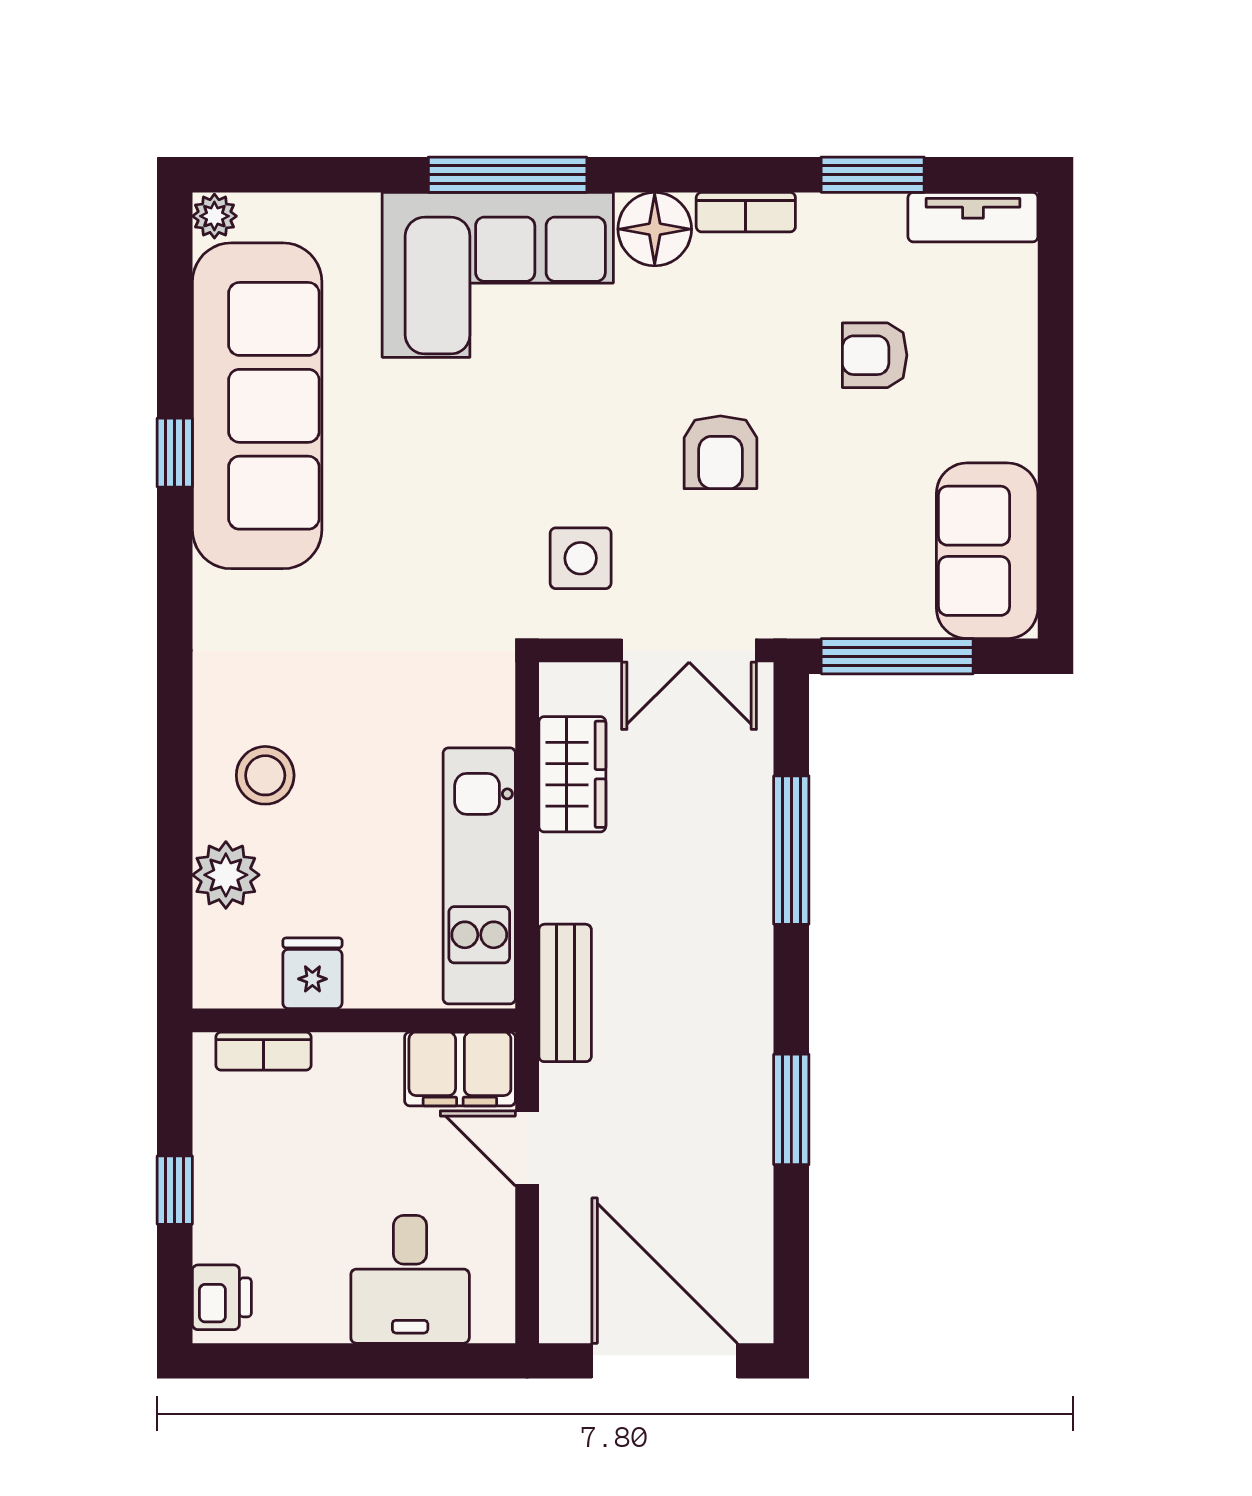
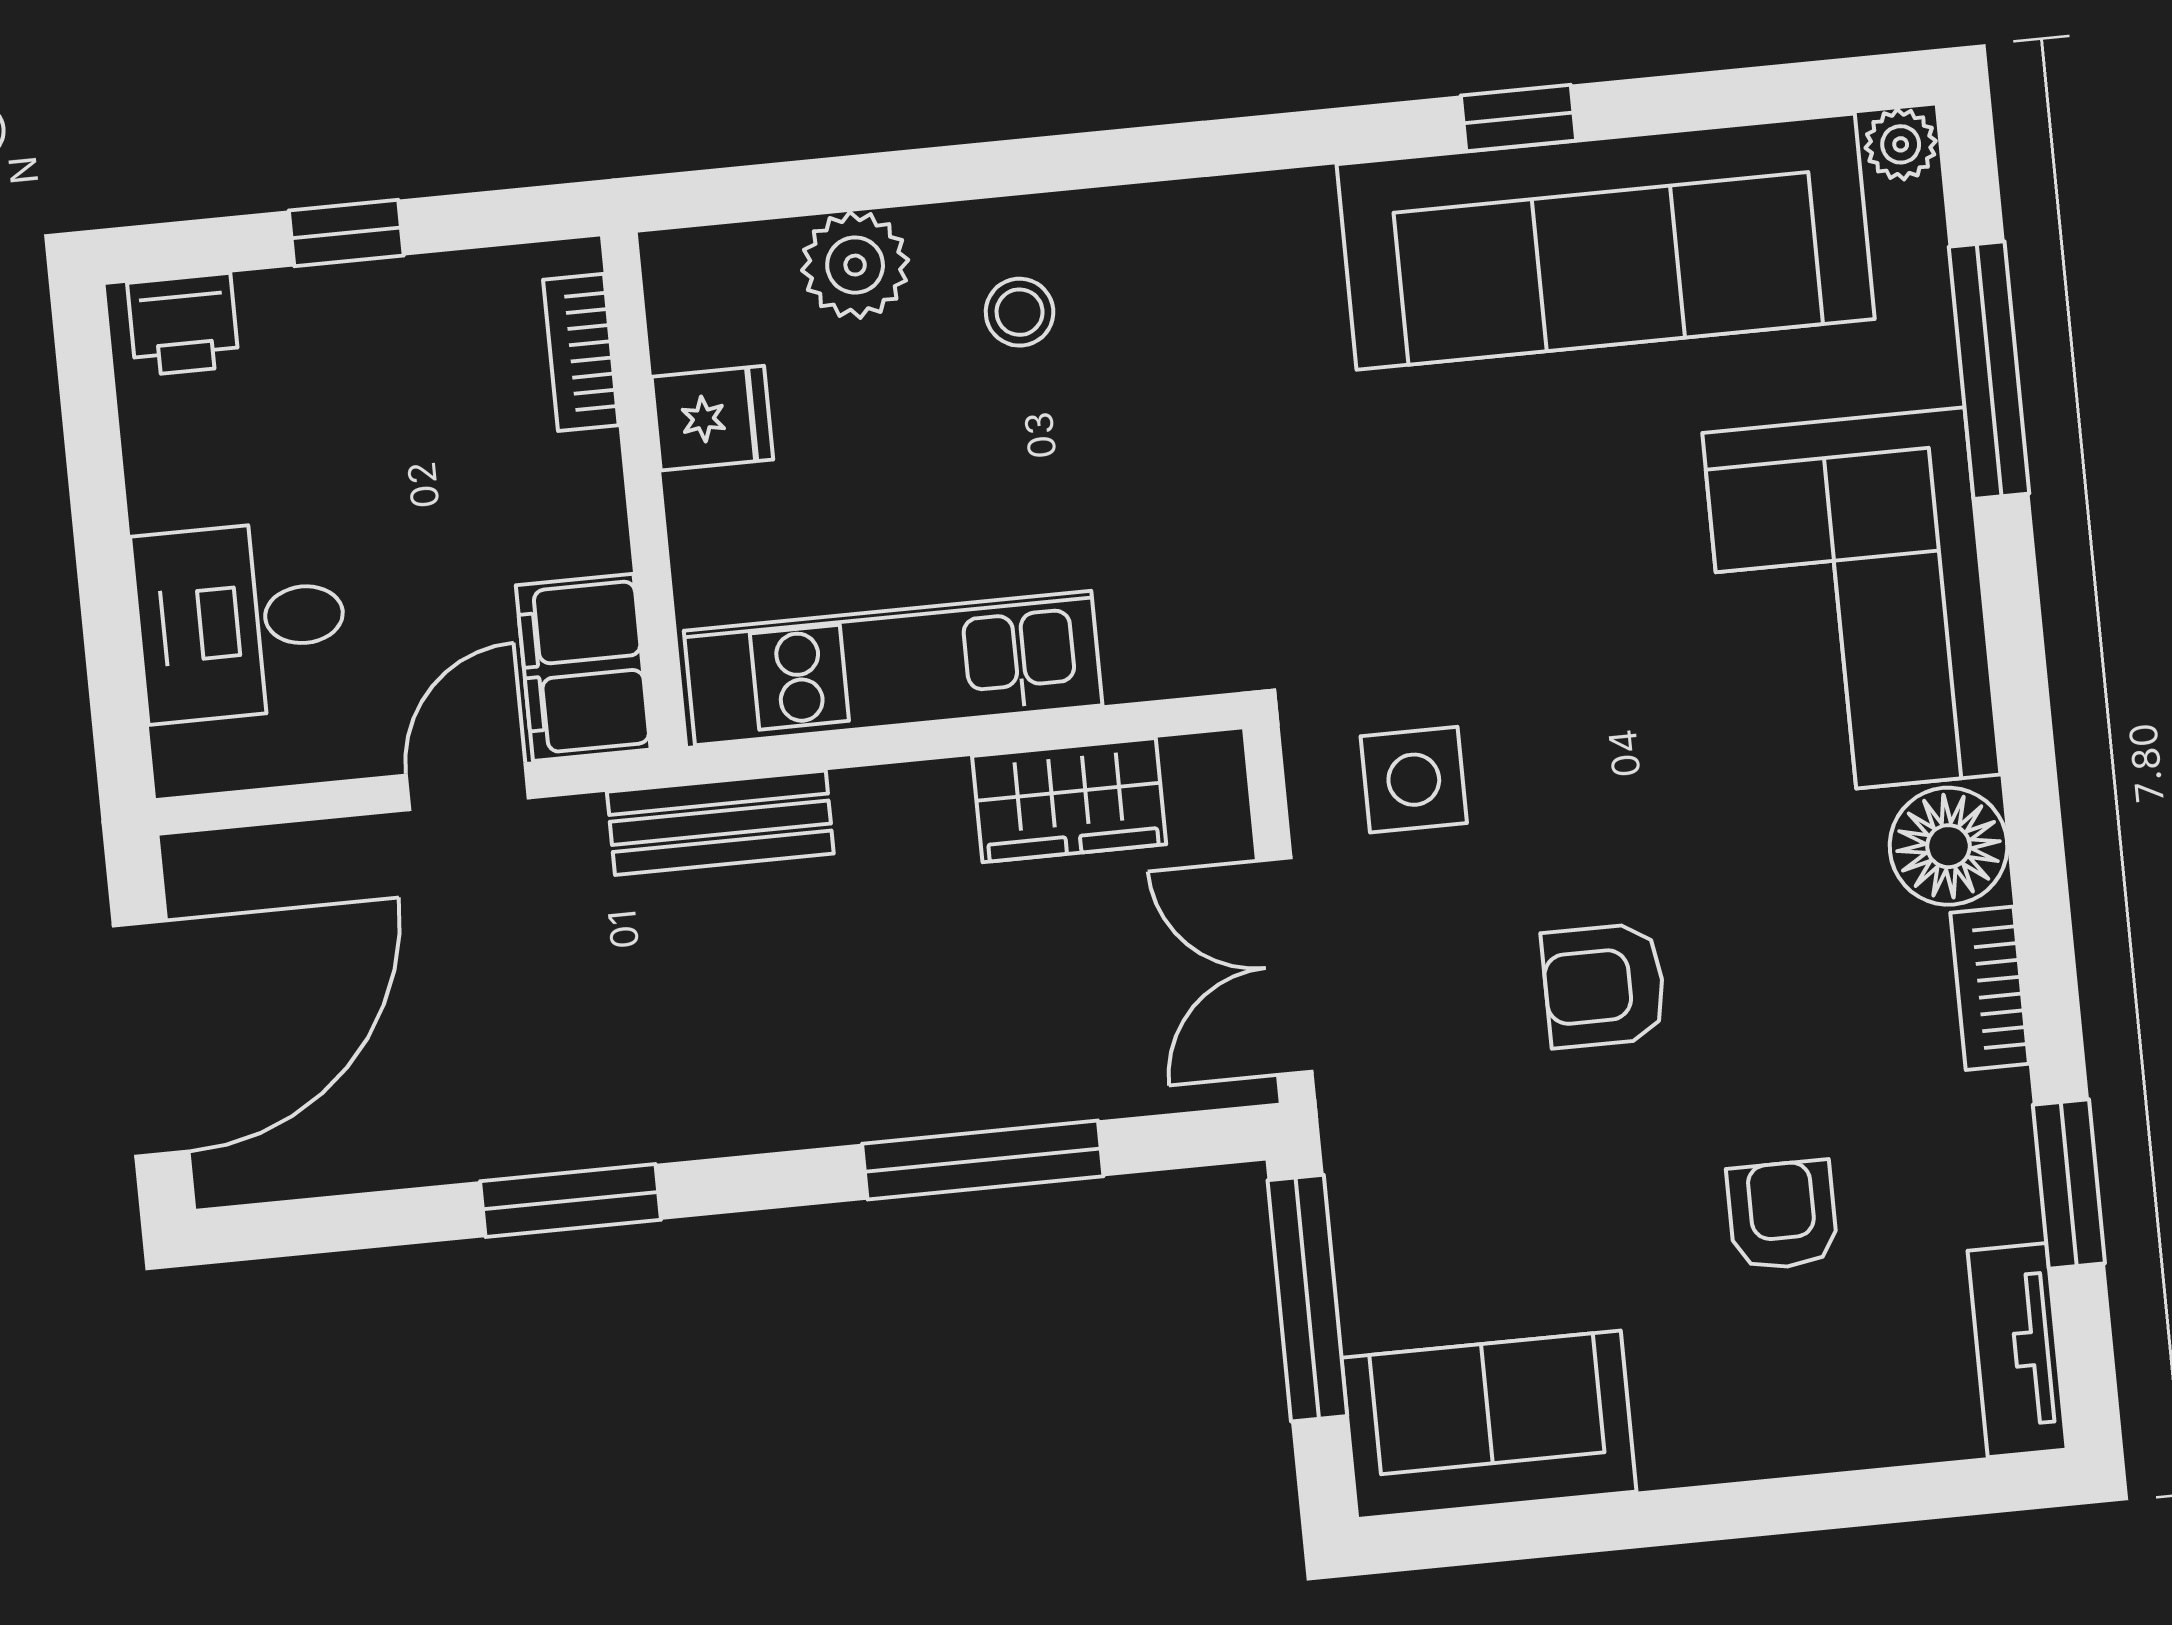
window: (508, 175) -> (1989, 370), moved
stool: (265, 775) -> (1020, 312), width x0.73, depth x0.73

